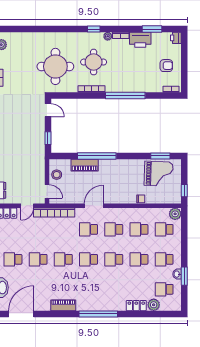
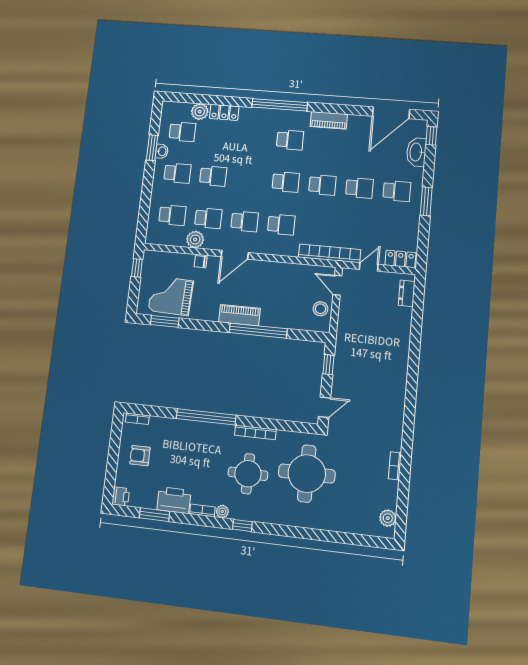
door: (48, 110) -> (324, 407), swing flipped
piano: (85, 165) -> (239, 315), moved
door: (94, 206) -> (235, 255), moved
plant: (175, 214) -> (195, 239), moved
school desk: (114, 259) -> (290, 140), moved

